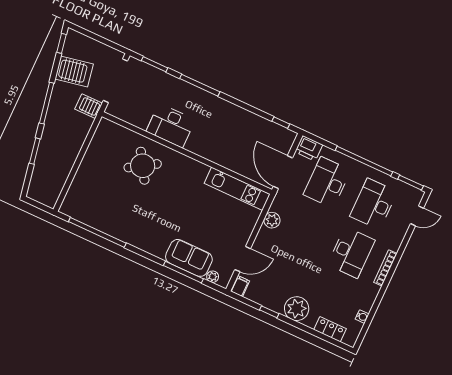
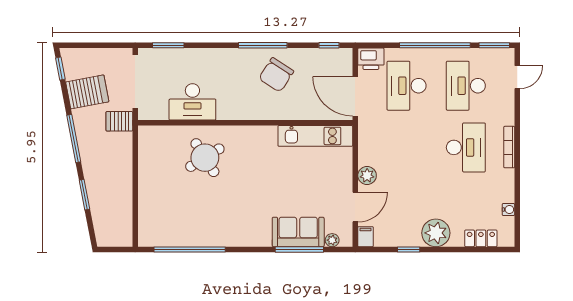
window: (200, 85) -> (263, 45), moved
desk: (171, 126) -> (192, 102), moved
chair: (229, 127) -> (276, 75), added
plant: (272, 220) -> (367, 175), moved

